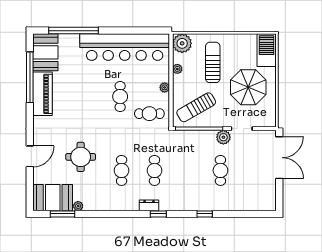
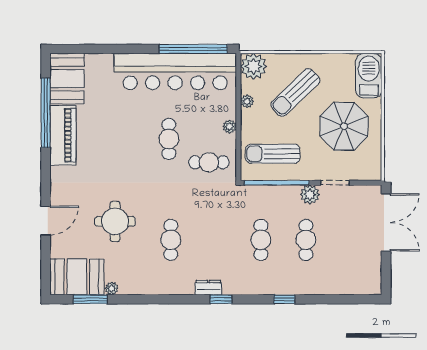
window: (73, 31) -> (193, 49), moved
sun lounger: (213, 62) -> (295, 92), turned -134
sun lounger: (196, 107) -> (273, 154), turned 30
cafe table: (154, 170) -> (261, 240), moved

